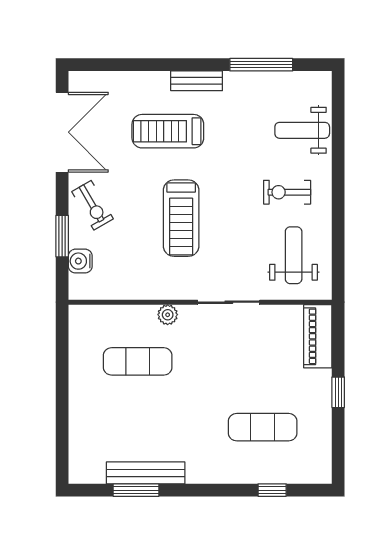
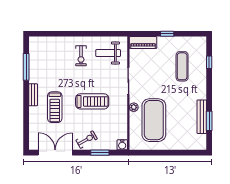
weight bench: (302, 130) -> (54, 49), removed
water cooler: (80, 261) -> (122, 145), moved
exercise mat: (138, 361) -> (154, 120), width x2.00, depth x1.45

